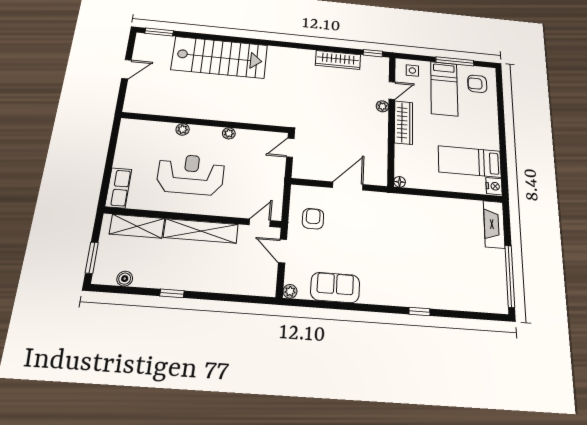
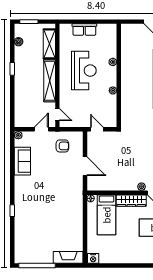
door: (290, 148) -> (97, 129), moved
bed: (470, 161) -> (107, 215), moved, turned 180
row of seats: (118, 188) -> (84, 30), moved

